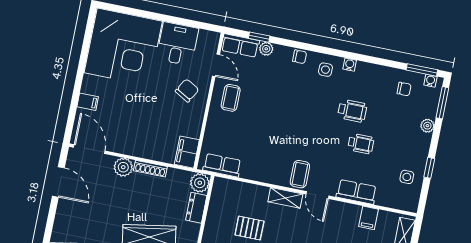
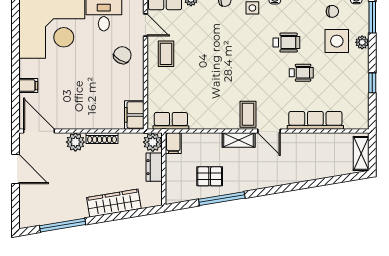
side table: (407, 177) -> (337, 41), moved, width x1.87, depth x1.87
row of seats: (356, 192) -> (315, 120), width x1.48
filing cabinet: (368, 218) -> (173, 143), moved

